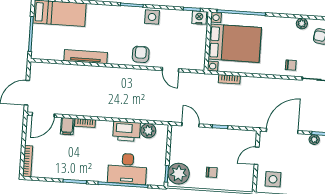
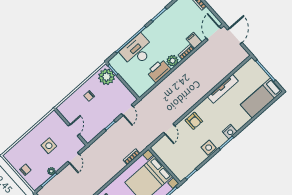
nightstand: (199, 18) -> (230, 132), moved
door: (170, 70) -> (169, 129), swing flipped
door: (190, 125) -> (127, 110), hinge flipped
plant: (148, 131) -> (172, 61), moved
door: (282, 131) -> (74, 158), width x0.53
side table: (273, 179) -> (49, 146), moved

